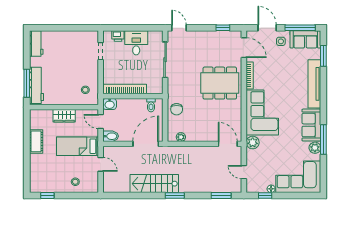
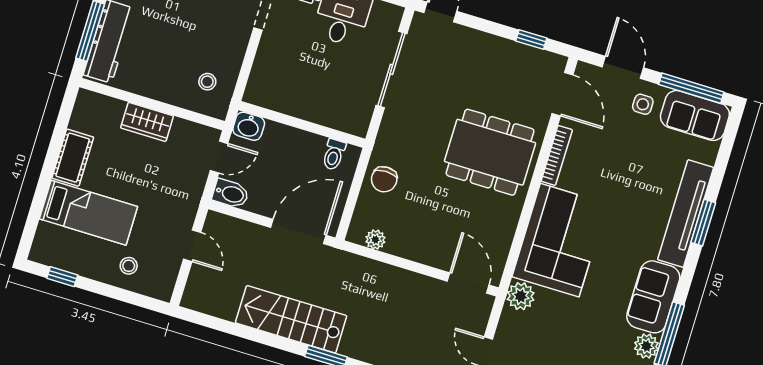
window: (323, 56) -> (703, 223), moved
bookcase: (125, 89) -> (290, 105), removed
door: (101, 122) -> (219, 157), swing flipped
bed: (78, 146) -> (88, 213), moved, turned 180

